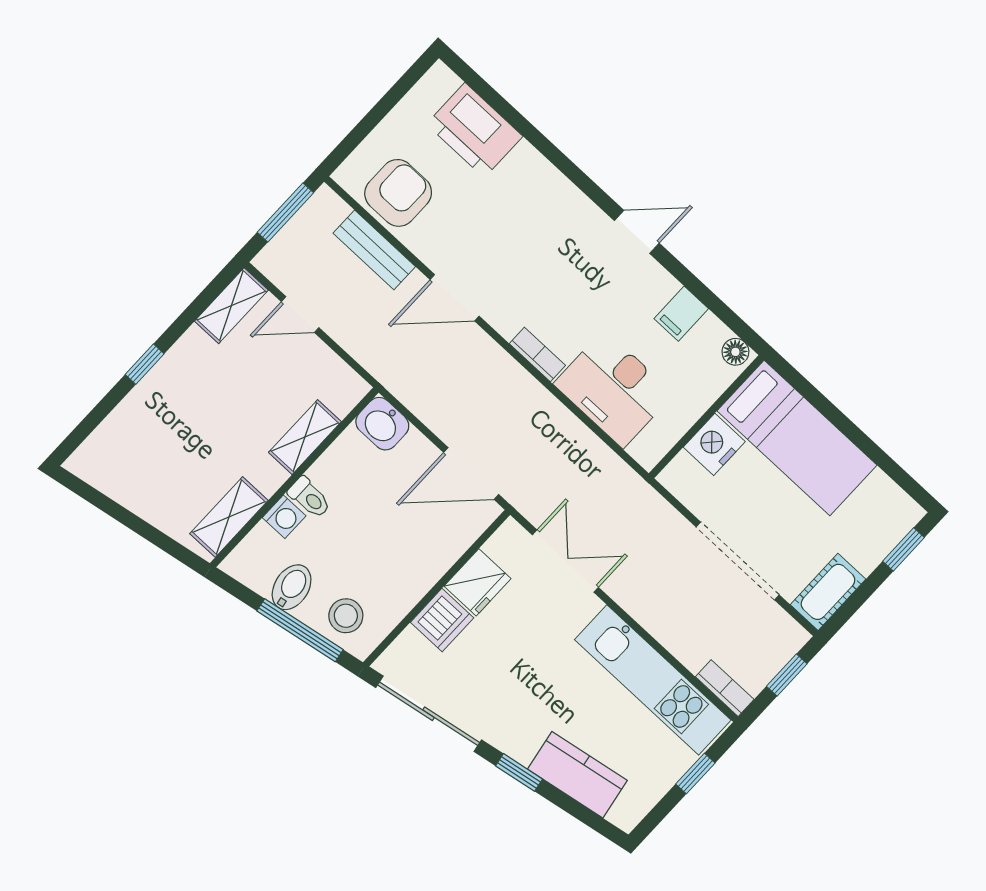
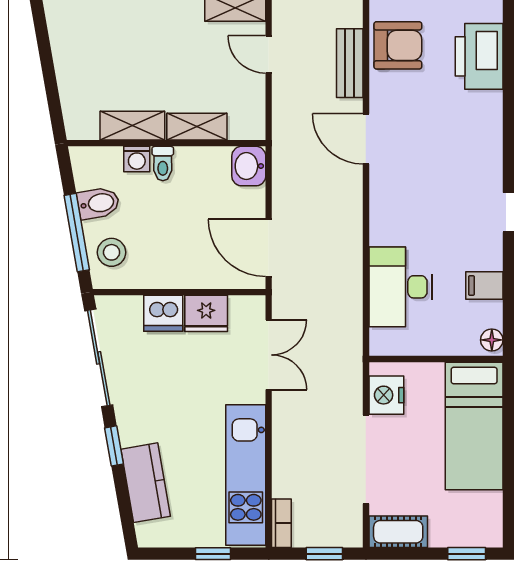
bookcase: (537, 354) -> (378, 221), removed
nightstand: (714, 444) -> (386, 395), moved, turned -90
shelving: (229, 517) -> (132, 126), moved

